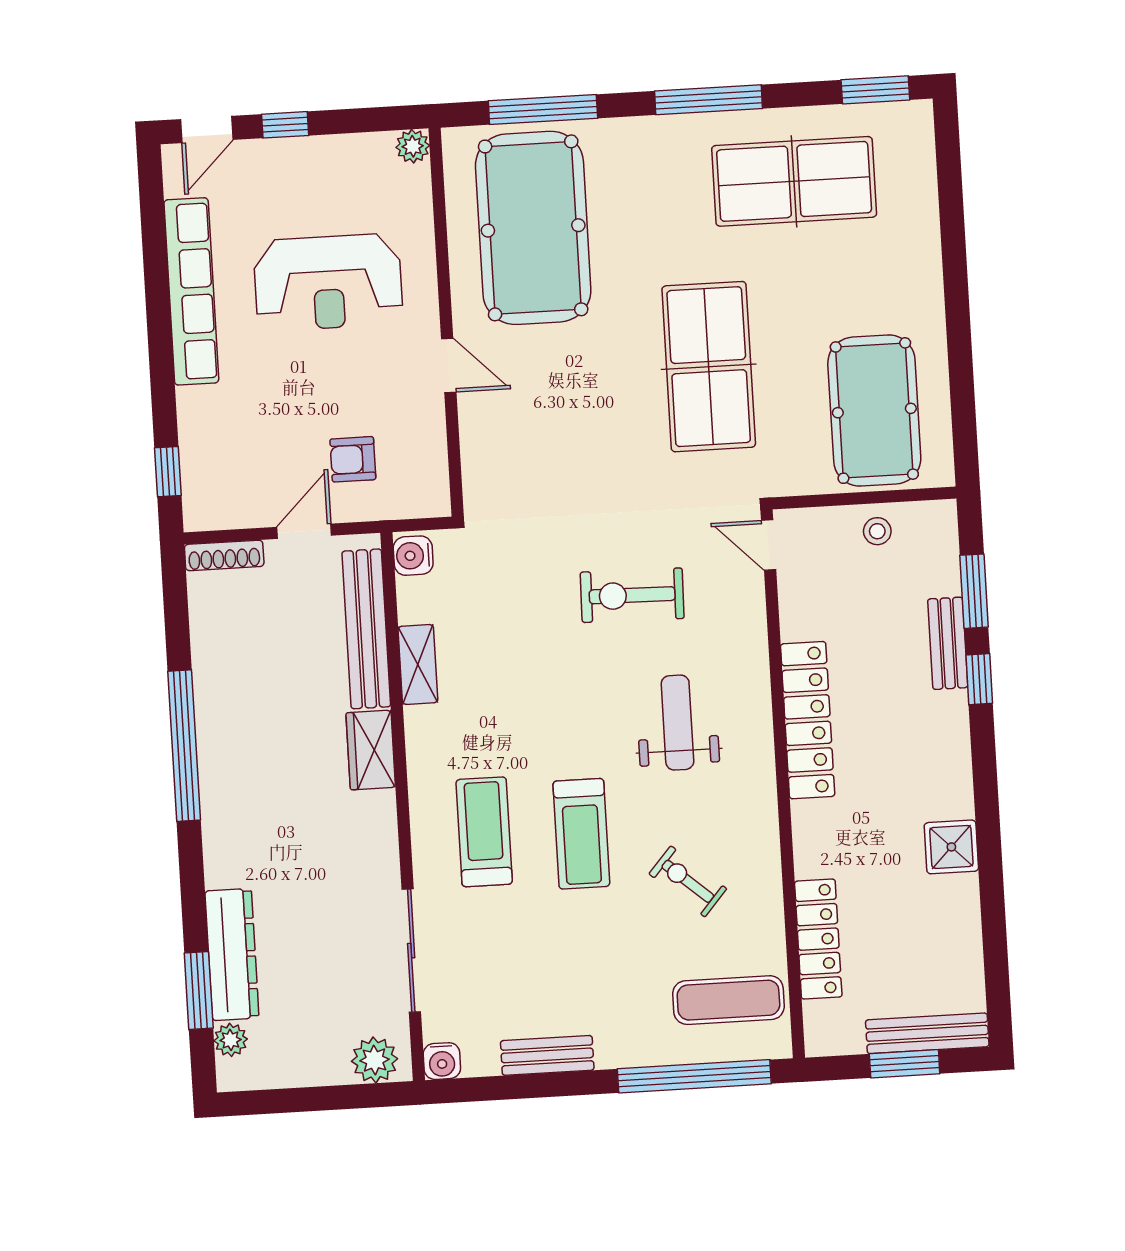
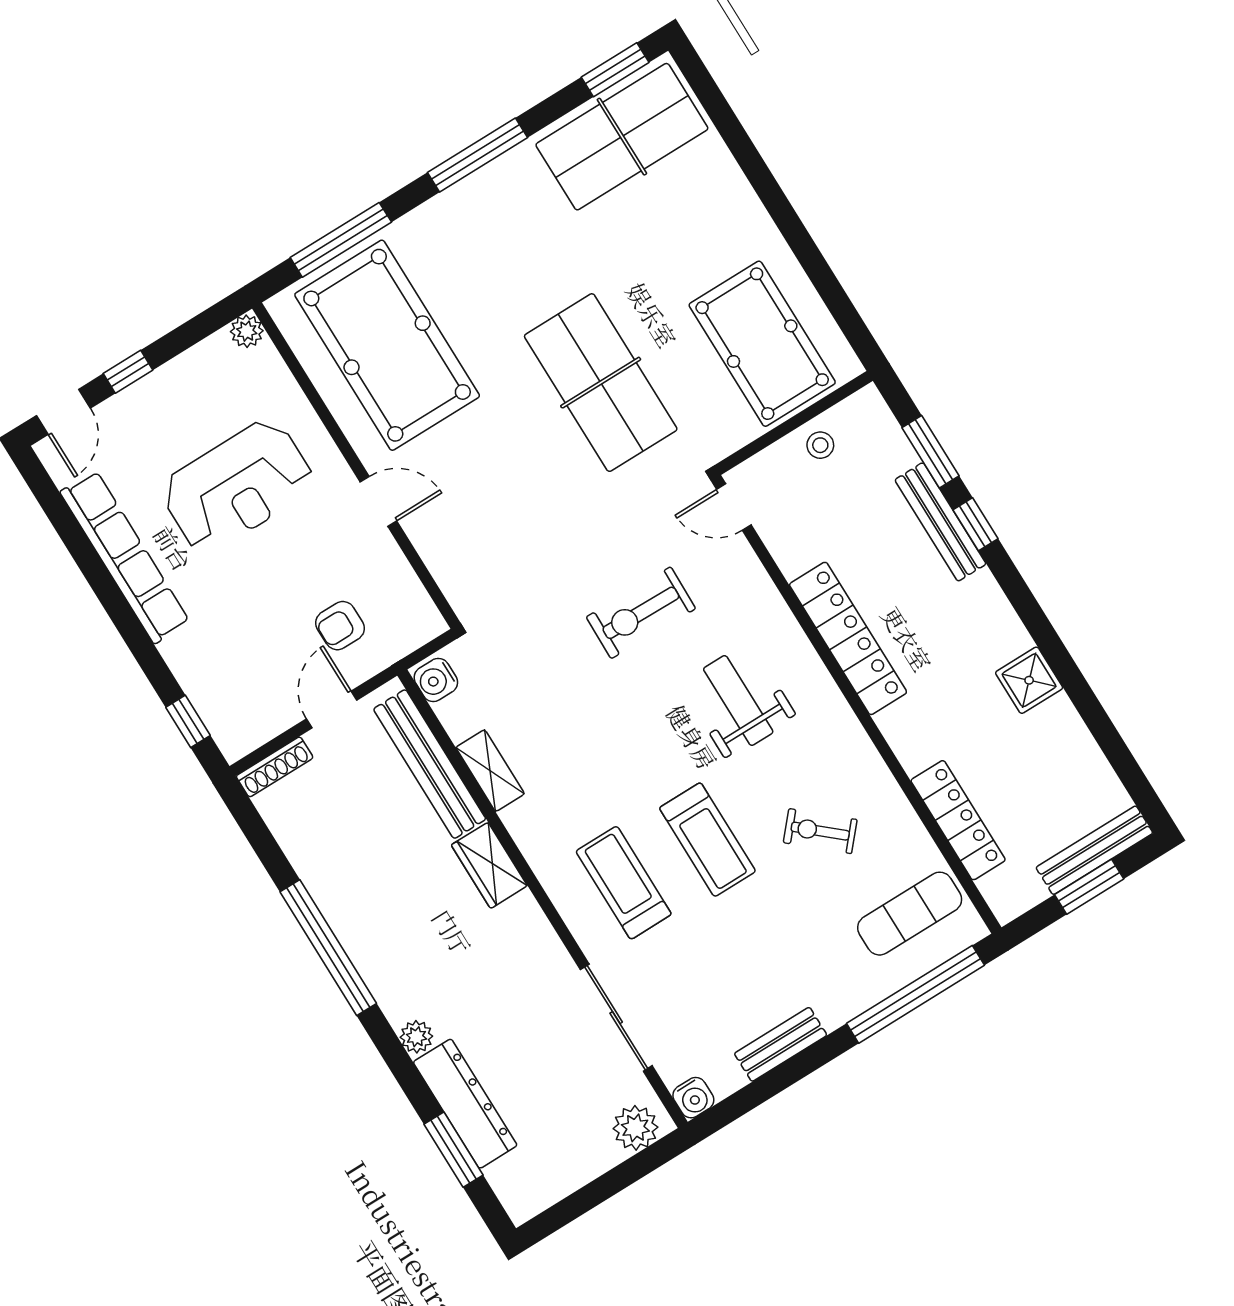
table tennis table: (794, 181) -> (622, 137), moved
bench: (948, 643) -> (940, 522), width x1.36
plant: (231, 1040) -> (416, 1037), moved

